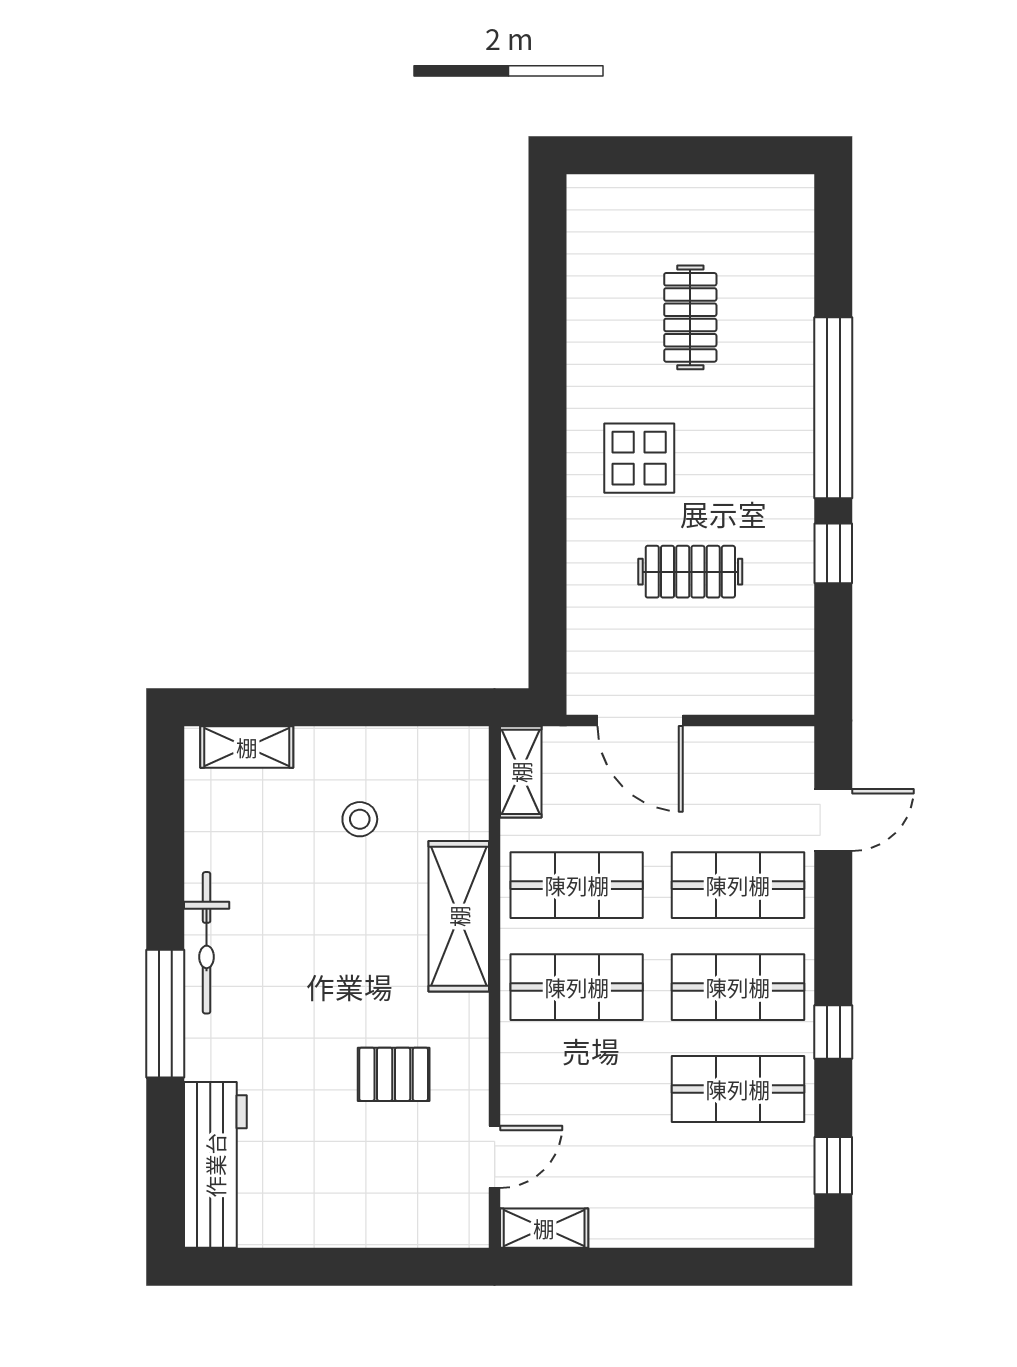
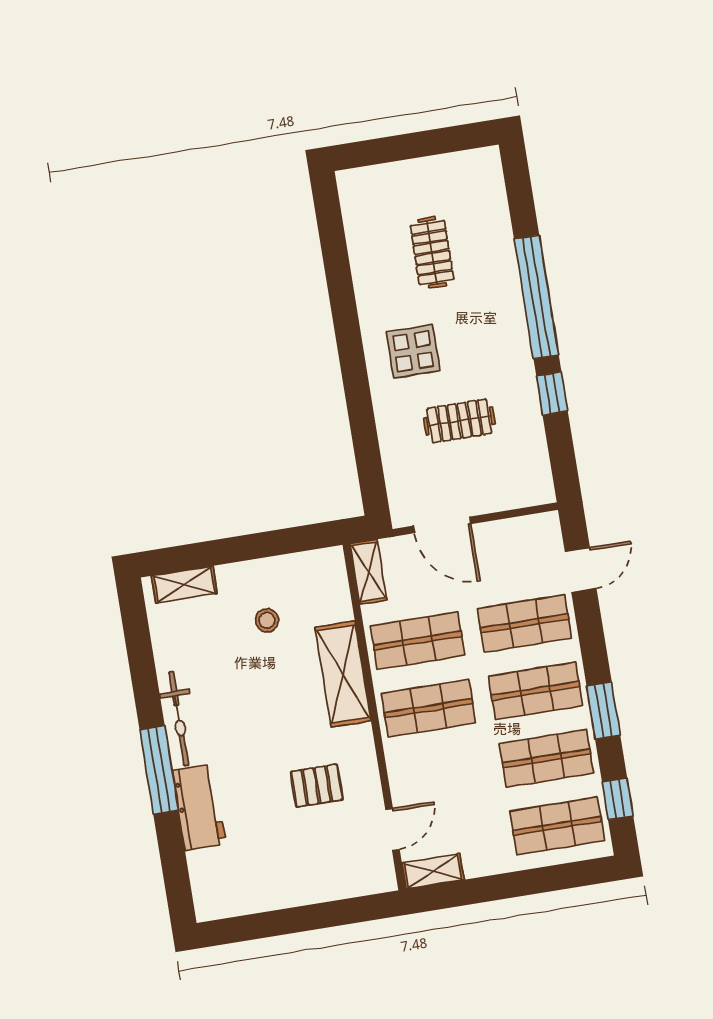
window: (833, 1032) -> (603, 710), width x1.50
workbench: (215, 1165) -> (199, 807), moved, width x0.73
shop shelf: (738, 1191) -> (557, 826), added

